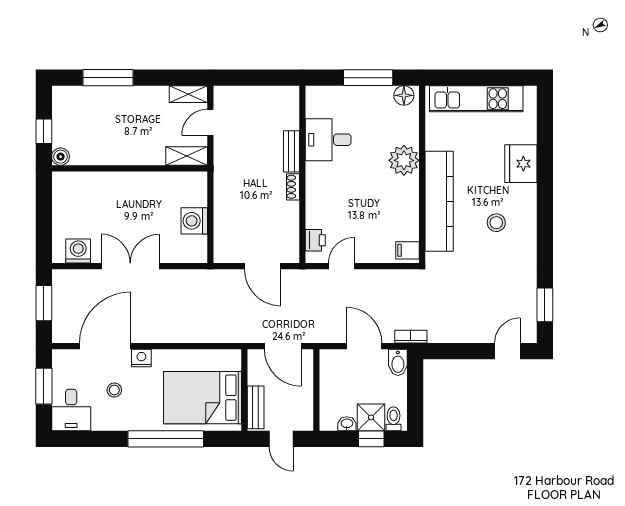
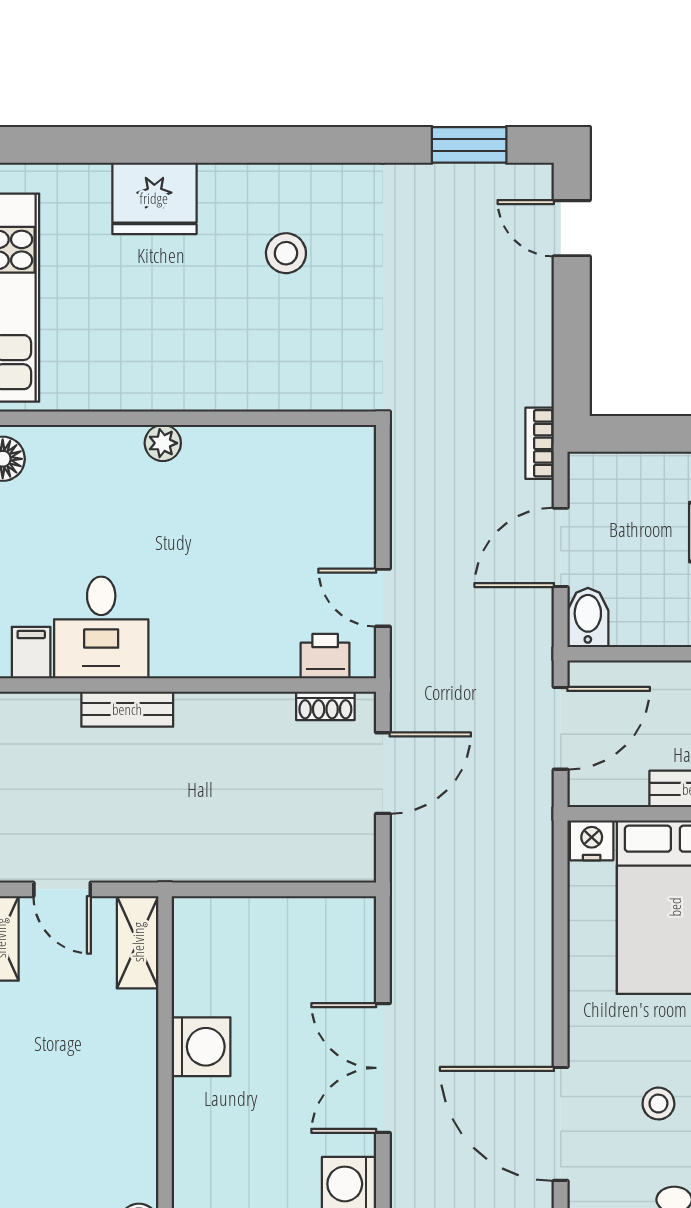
plant: (404, 160) -> (163, 443), width x0.53, depth x0.53
shoe rack: (293, 187) -> (325, 706), moved
kitchen counter: (439, 201) -> (238, 380), removed
washing machine: (194, 221) -> (201, 1047), moved, turned -90
filing cabinet: (408, 250) -> (31, 653), moved, turned 180
nightstand: (141, 358) -> (592, 840), moved, turned 90
bidet: (398, 362) -> (588, 618), moved, turned -90

